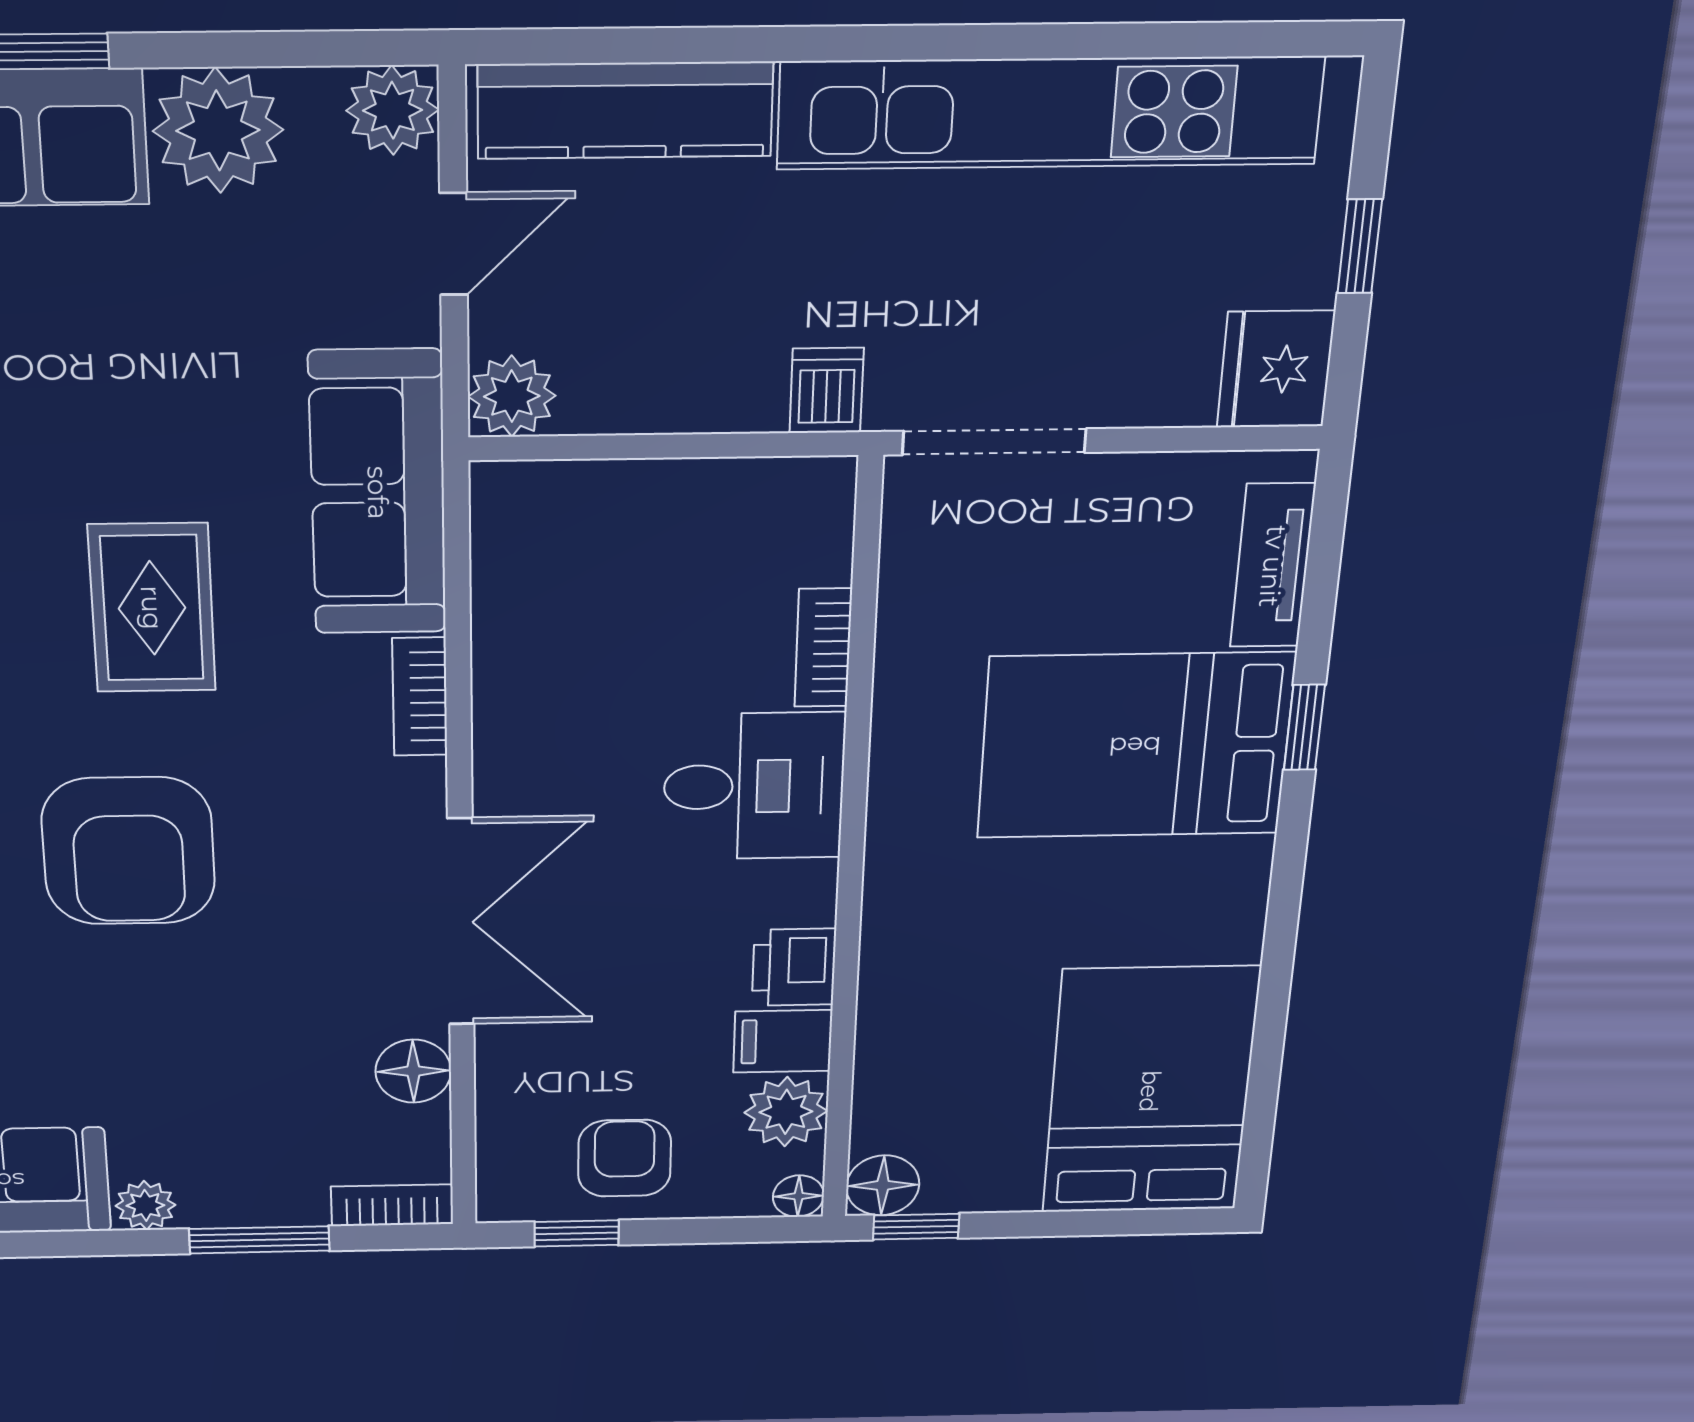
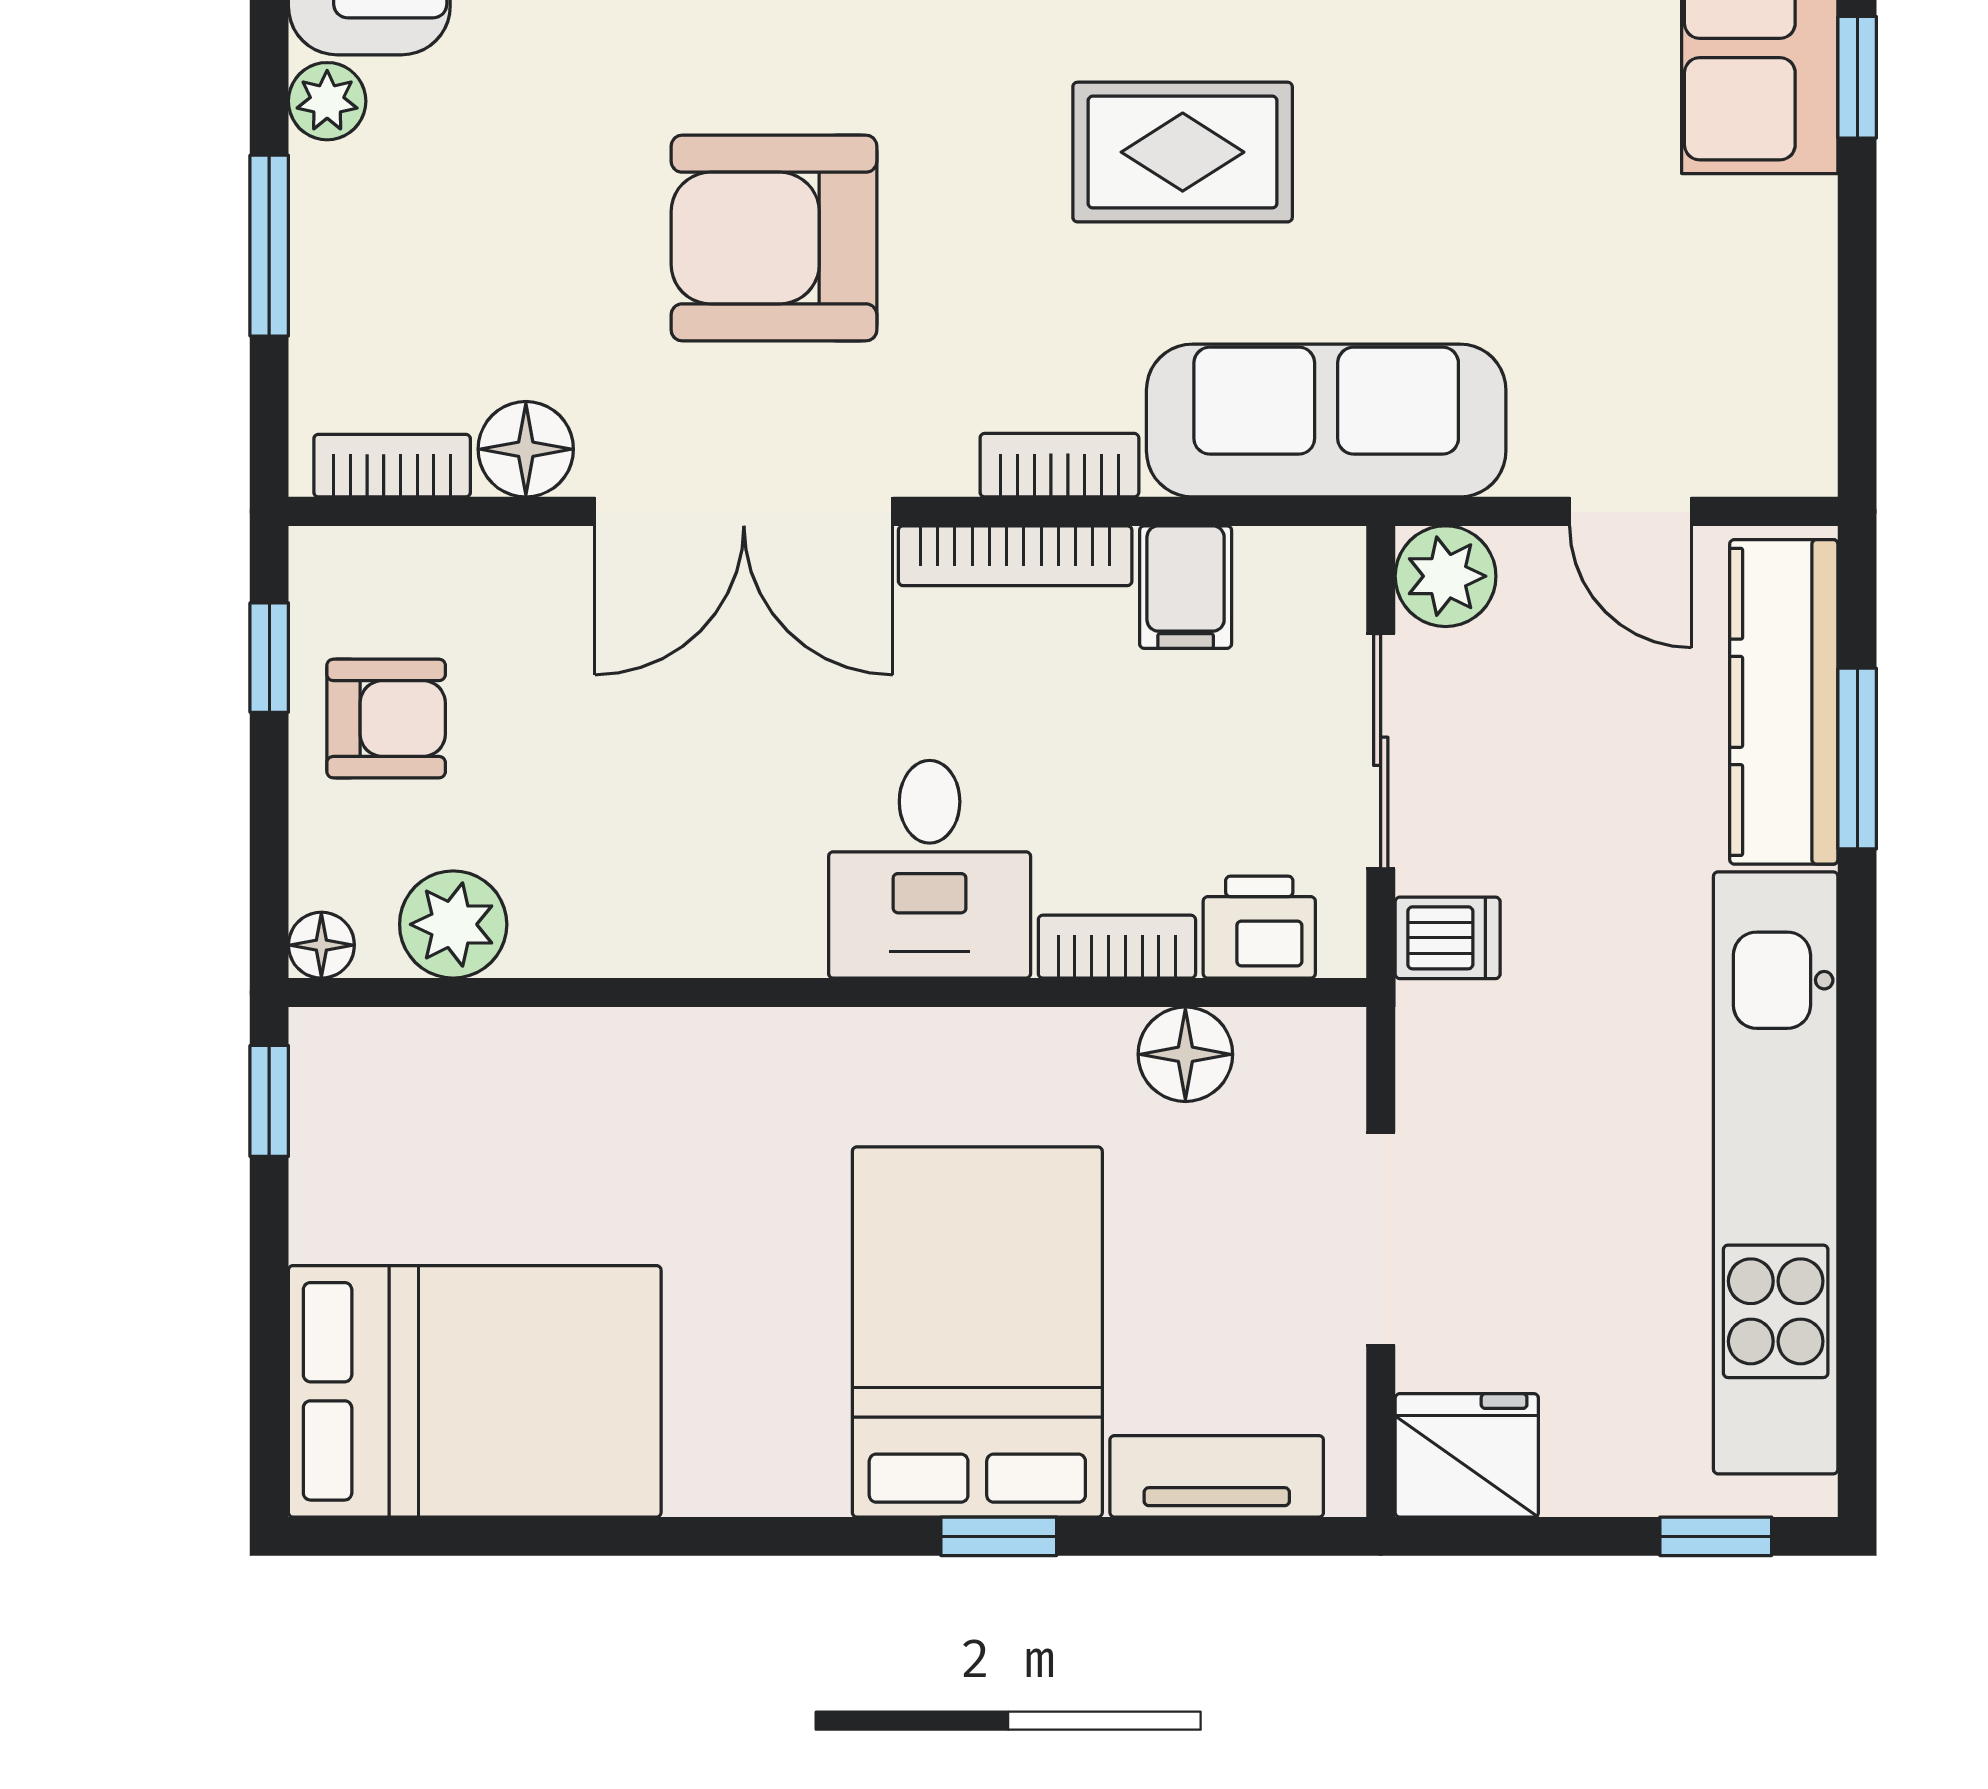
window: (678, 45) -> (1857, 759), added
plant: (392, 110) -> (1787, 446), removed
plant: (218, 130) -> (1766, 253), removed
window: (1360, 246) -> (1716, 1536), moved
doorway: (994, 442) -> (1381, 1239), moved
sliding door: (663, 446) -> (1381, 751), added
bookcase: (496, 728) -> (1015, 556), added
armchair: (128, 851) -> (774, 238), moved
printer: (794, 967) -> (1259, 927), moved
filing cabinet: (783, 1041) -> (1186, 587), moved, turned 180
floor lamp: (883, 1185) -> (1185, 1054), moved
bookcase: (392, 1205) -> (392, 466), moved, turned -90

